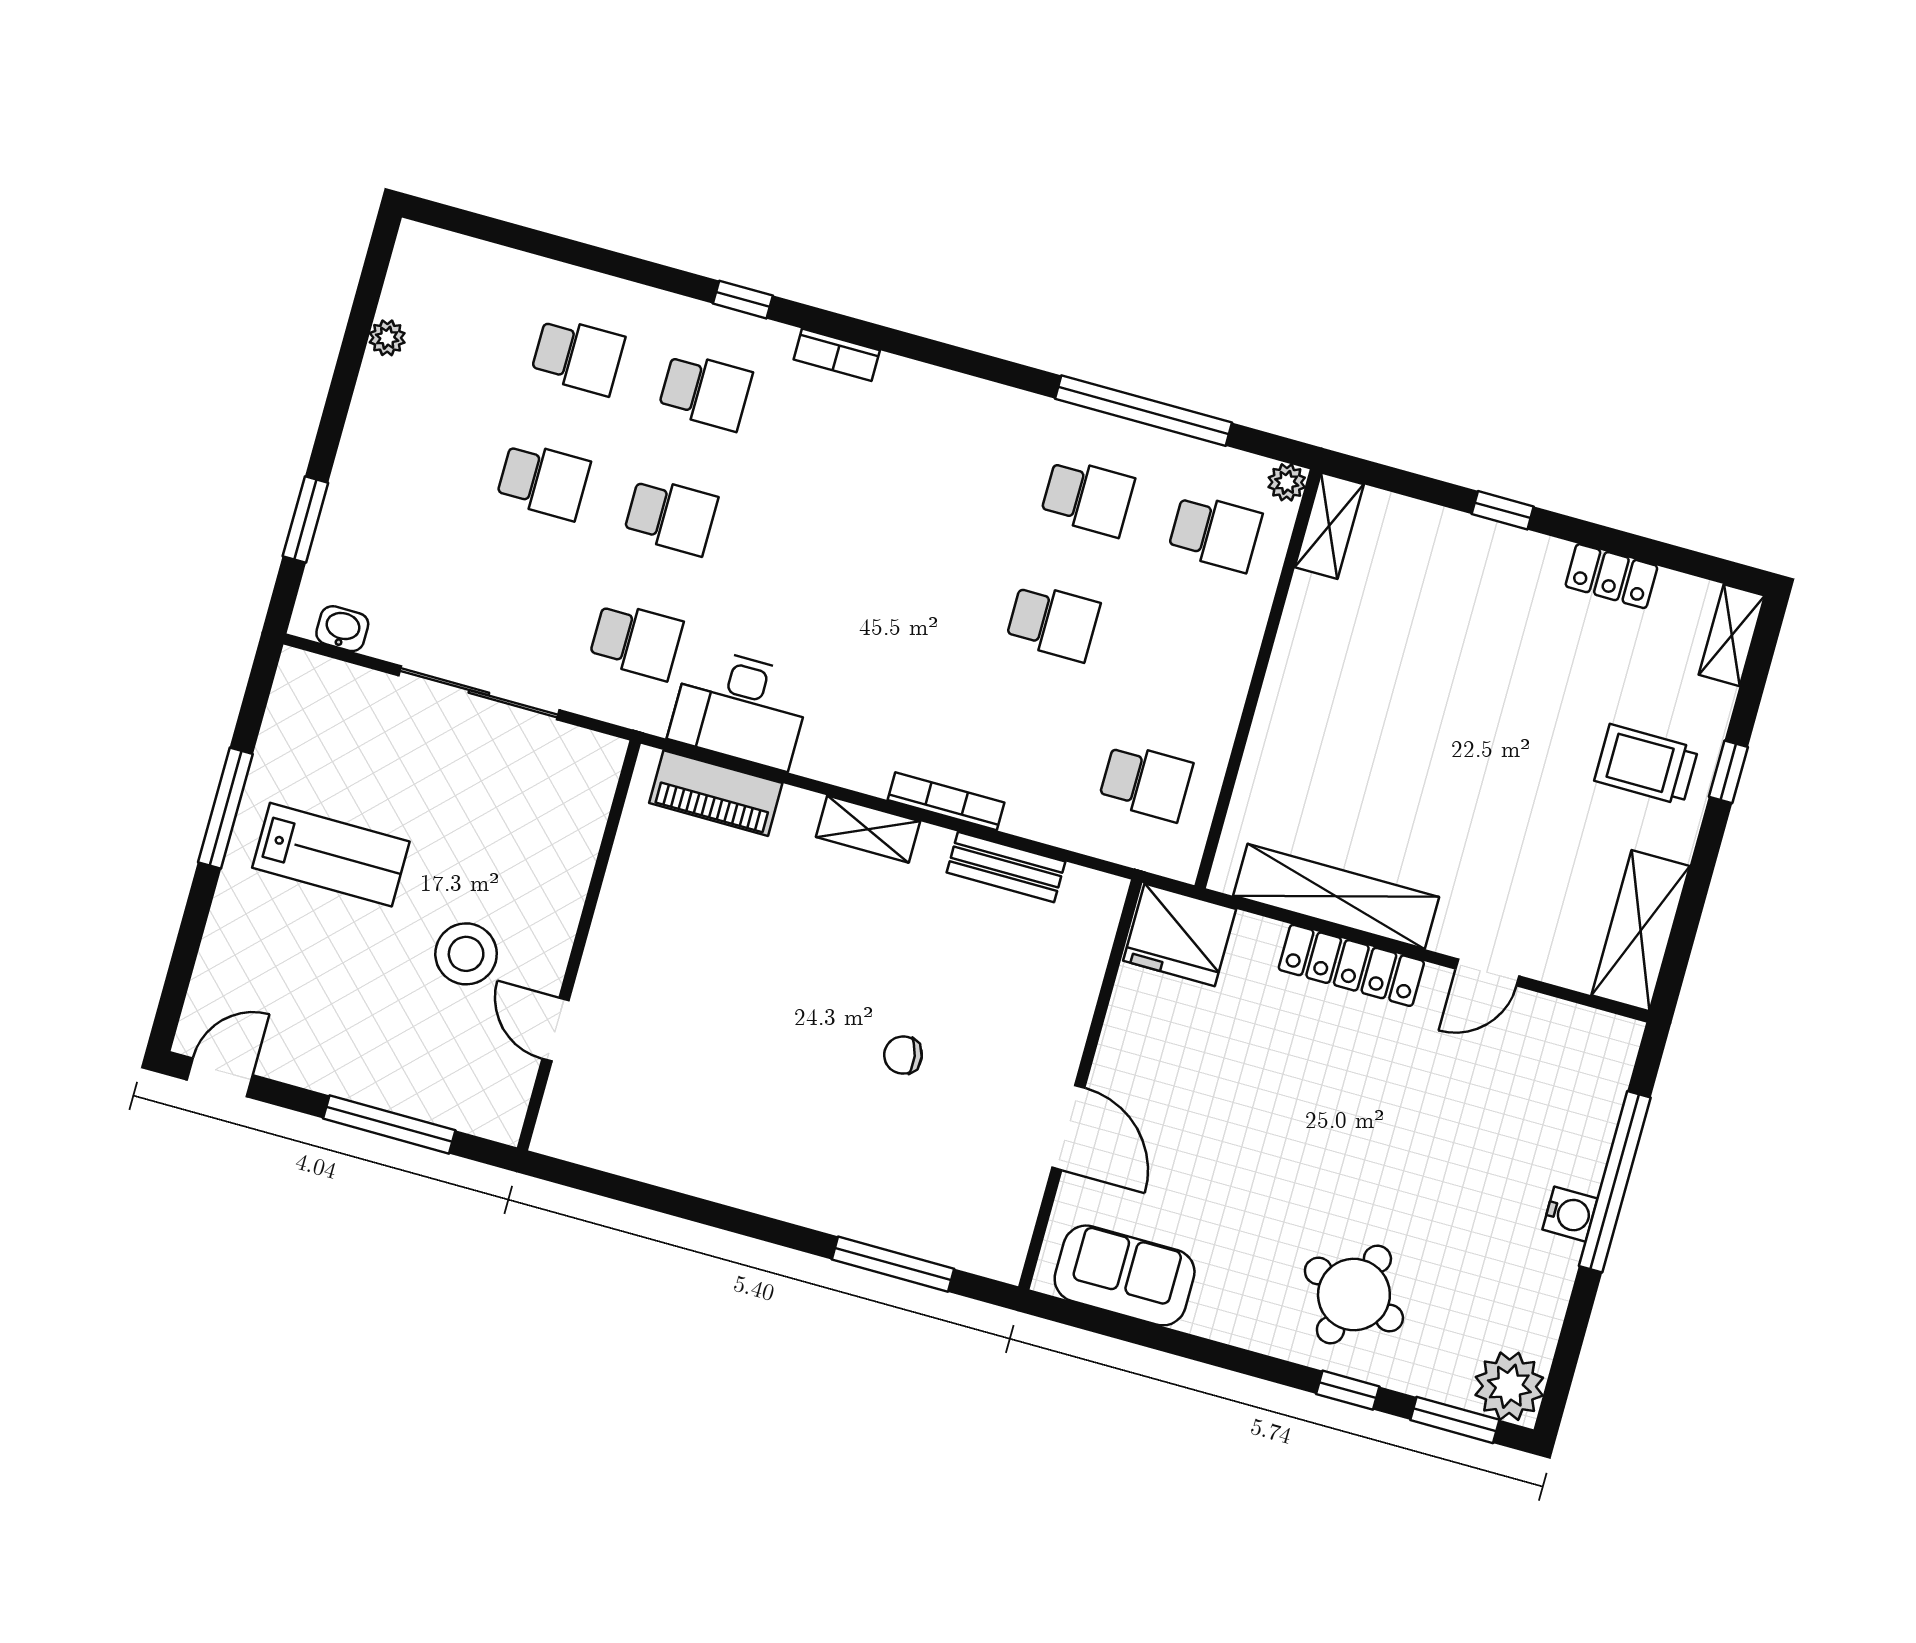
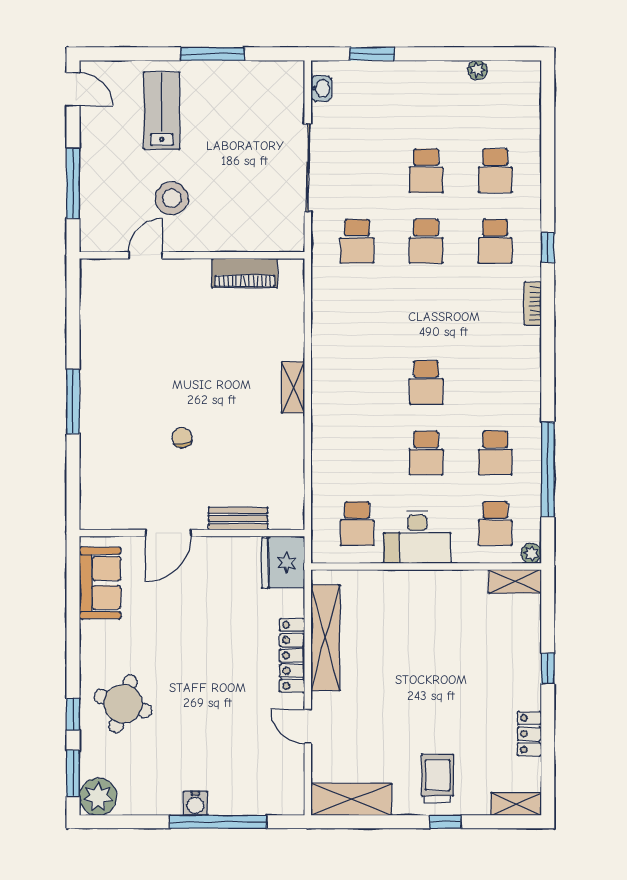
school desk: (926, 587) -> (426, 382), added
desk: (740, 708) -> (417, 537), moved, turned -90
piano: (716, 793) -> (245, 273), moved, turned -90
bookcase: (946, 801) -> (319, 424), removed
lab bench: (331, 855) -> (162, 111), moved, turned 180
bench: (1006, 867) -> (238, 519), moved, turned 90
window: (893, 1264) -> (73, 401), moved

